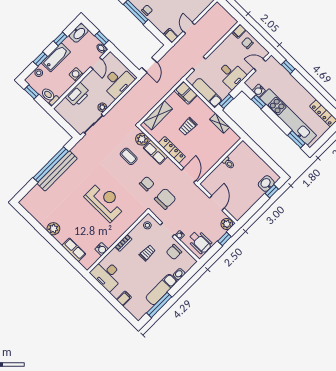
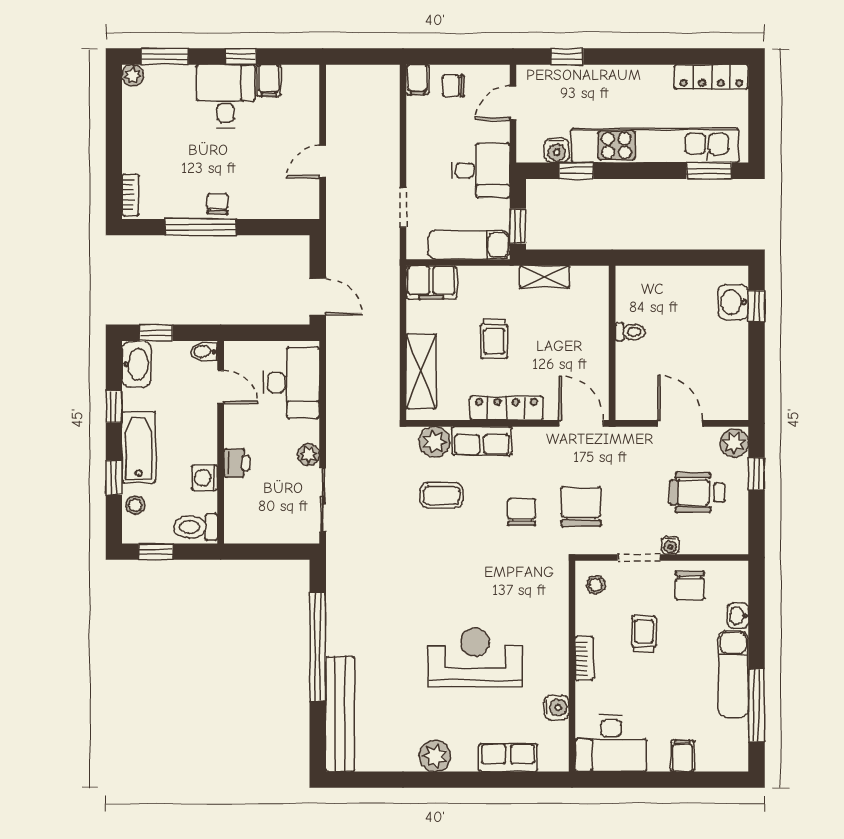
door: (189, 28) -> (323, 162), hinge flipped
filing cabinet: (171, 36) -> (304, 207), removed
window: (102, 38) -> (156, 333), moved
washing machine: (76, 74) -> (205, 478), moved
printer: (78, 95) -> (237, 463), width x0.53, depth x0.68
bench: (57, 171) -> (340, 714), moved
reception desk: (105, 201) -> (475, 657), moved
wheelchair: (200, 242) -> (697, 492), moved, turned 180

